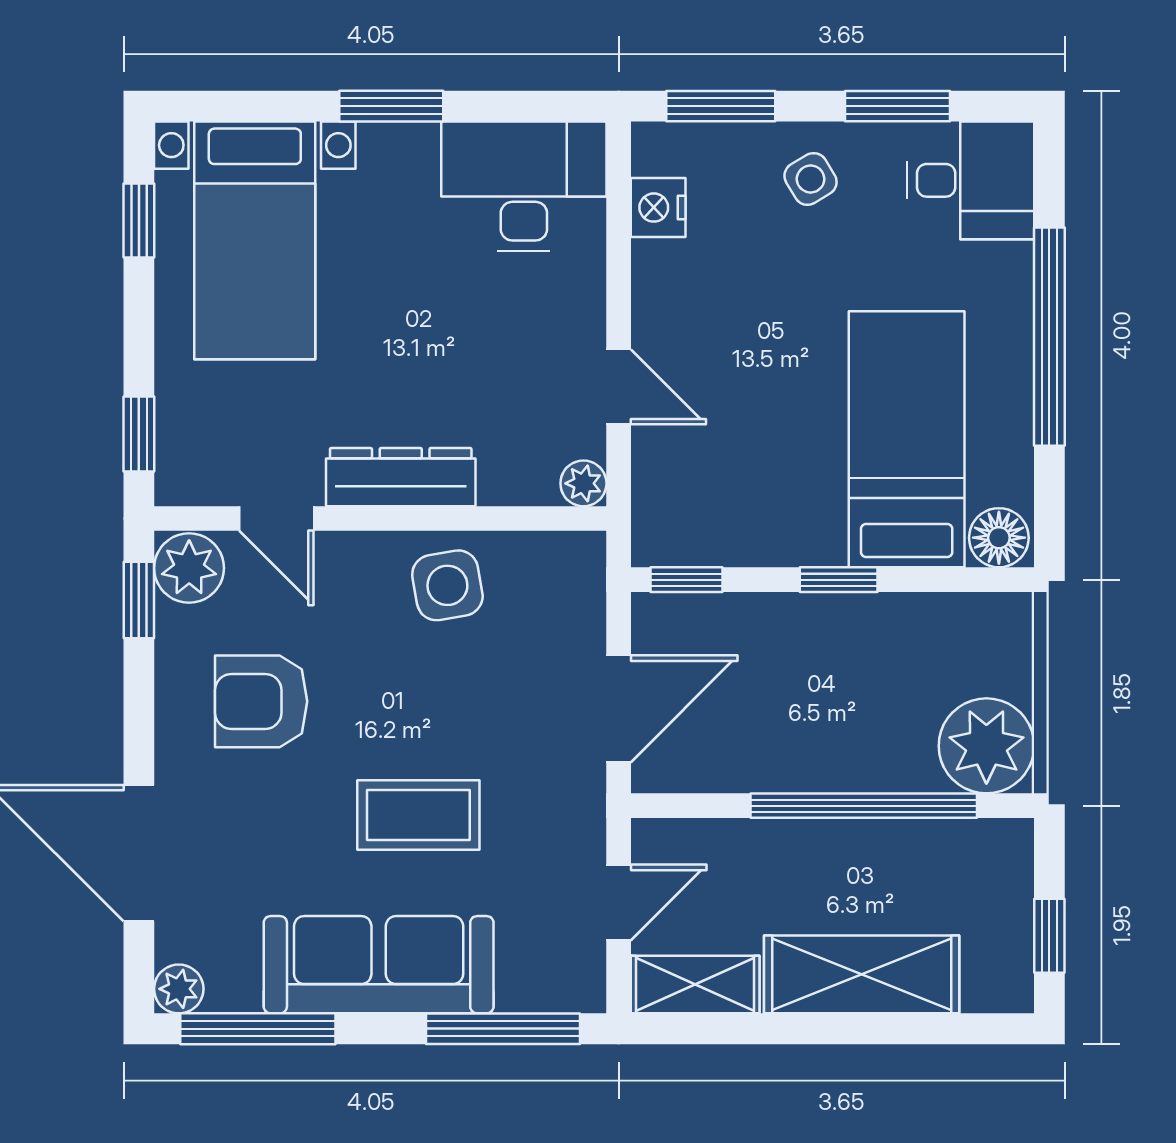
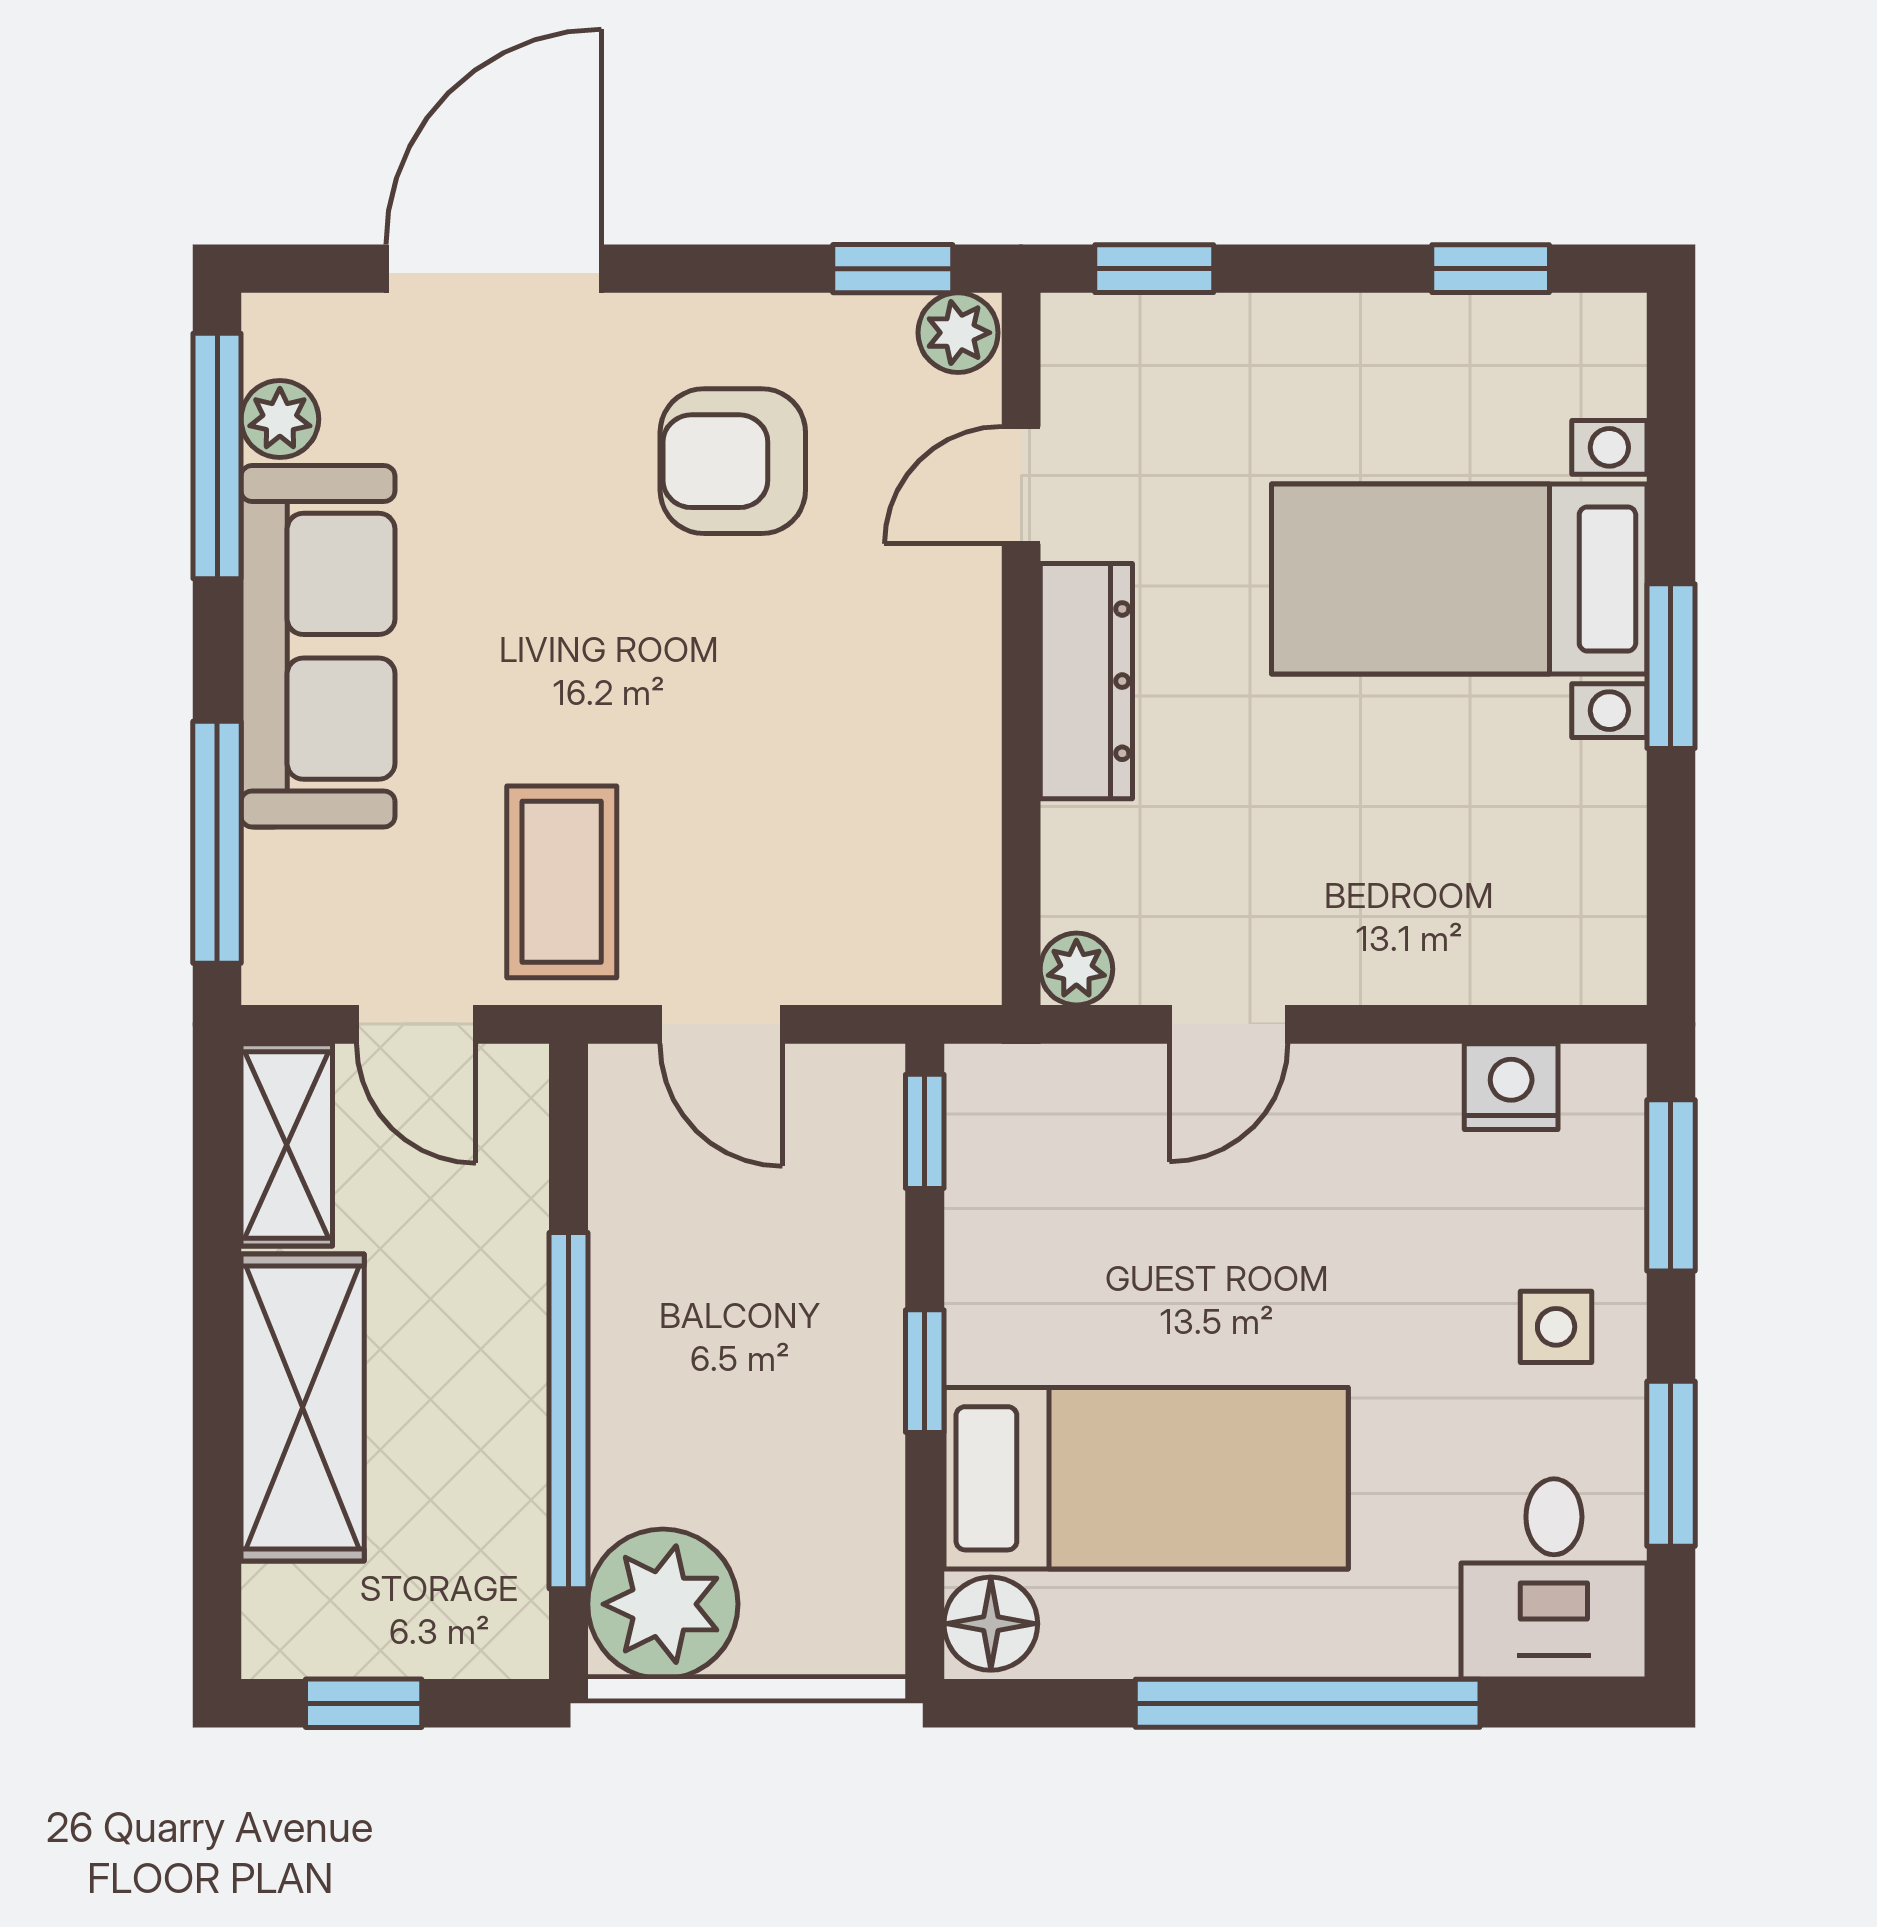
side table: (811, 179) -> (1556, 1327), turned 31
desk: (524, 186) -> (1545, 875), removed
bed with nightstands: (255, 240) -> (1459, 579), moved
plant: (189, 568) -> (958, 333), width x0.73, depth x0.73
side table: (447, 585) -> (916, 755), removed
armchair: (261, 701) -> (733, 461), turned -90
door: (619, 709) -> (721, 1024), width x0.73
coffee table: (418, 815) -> (562, 882), moved
plant: (179, 989) -> (280, 419), moved

